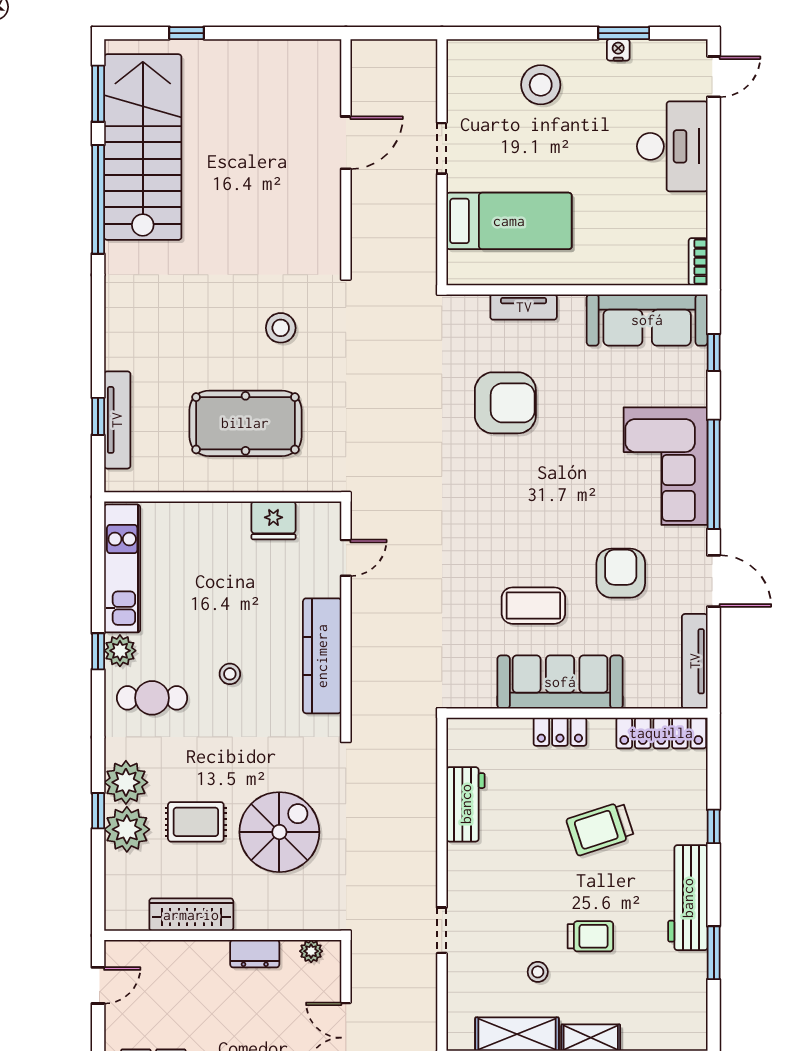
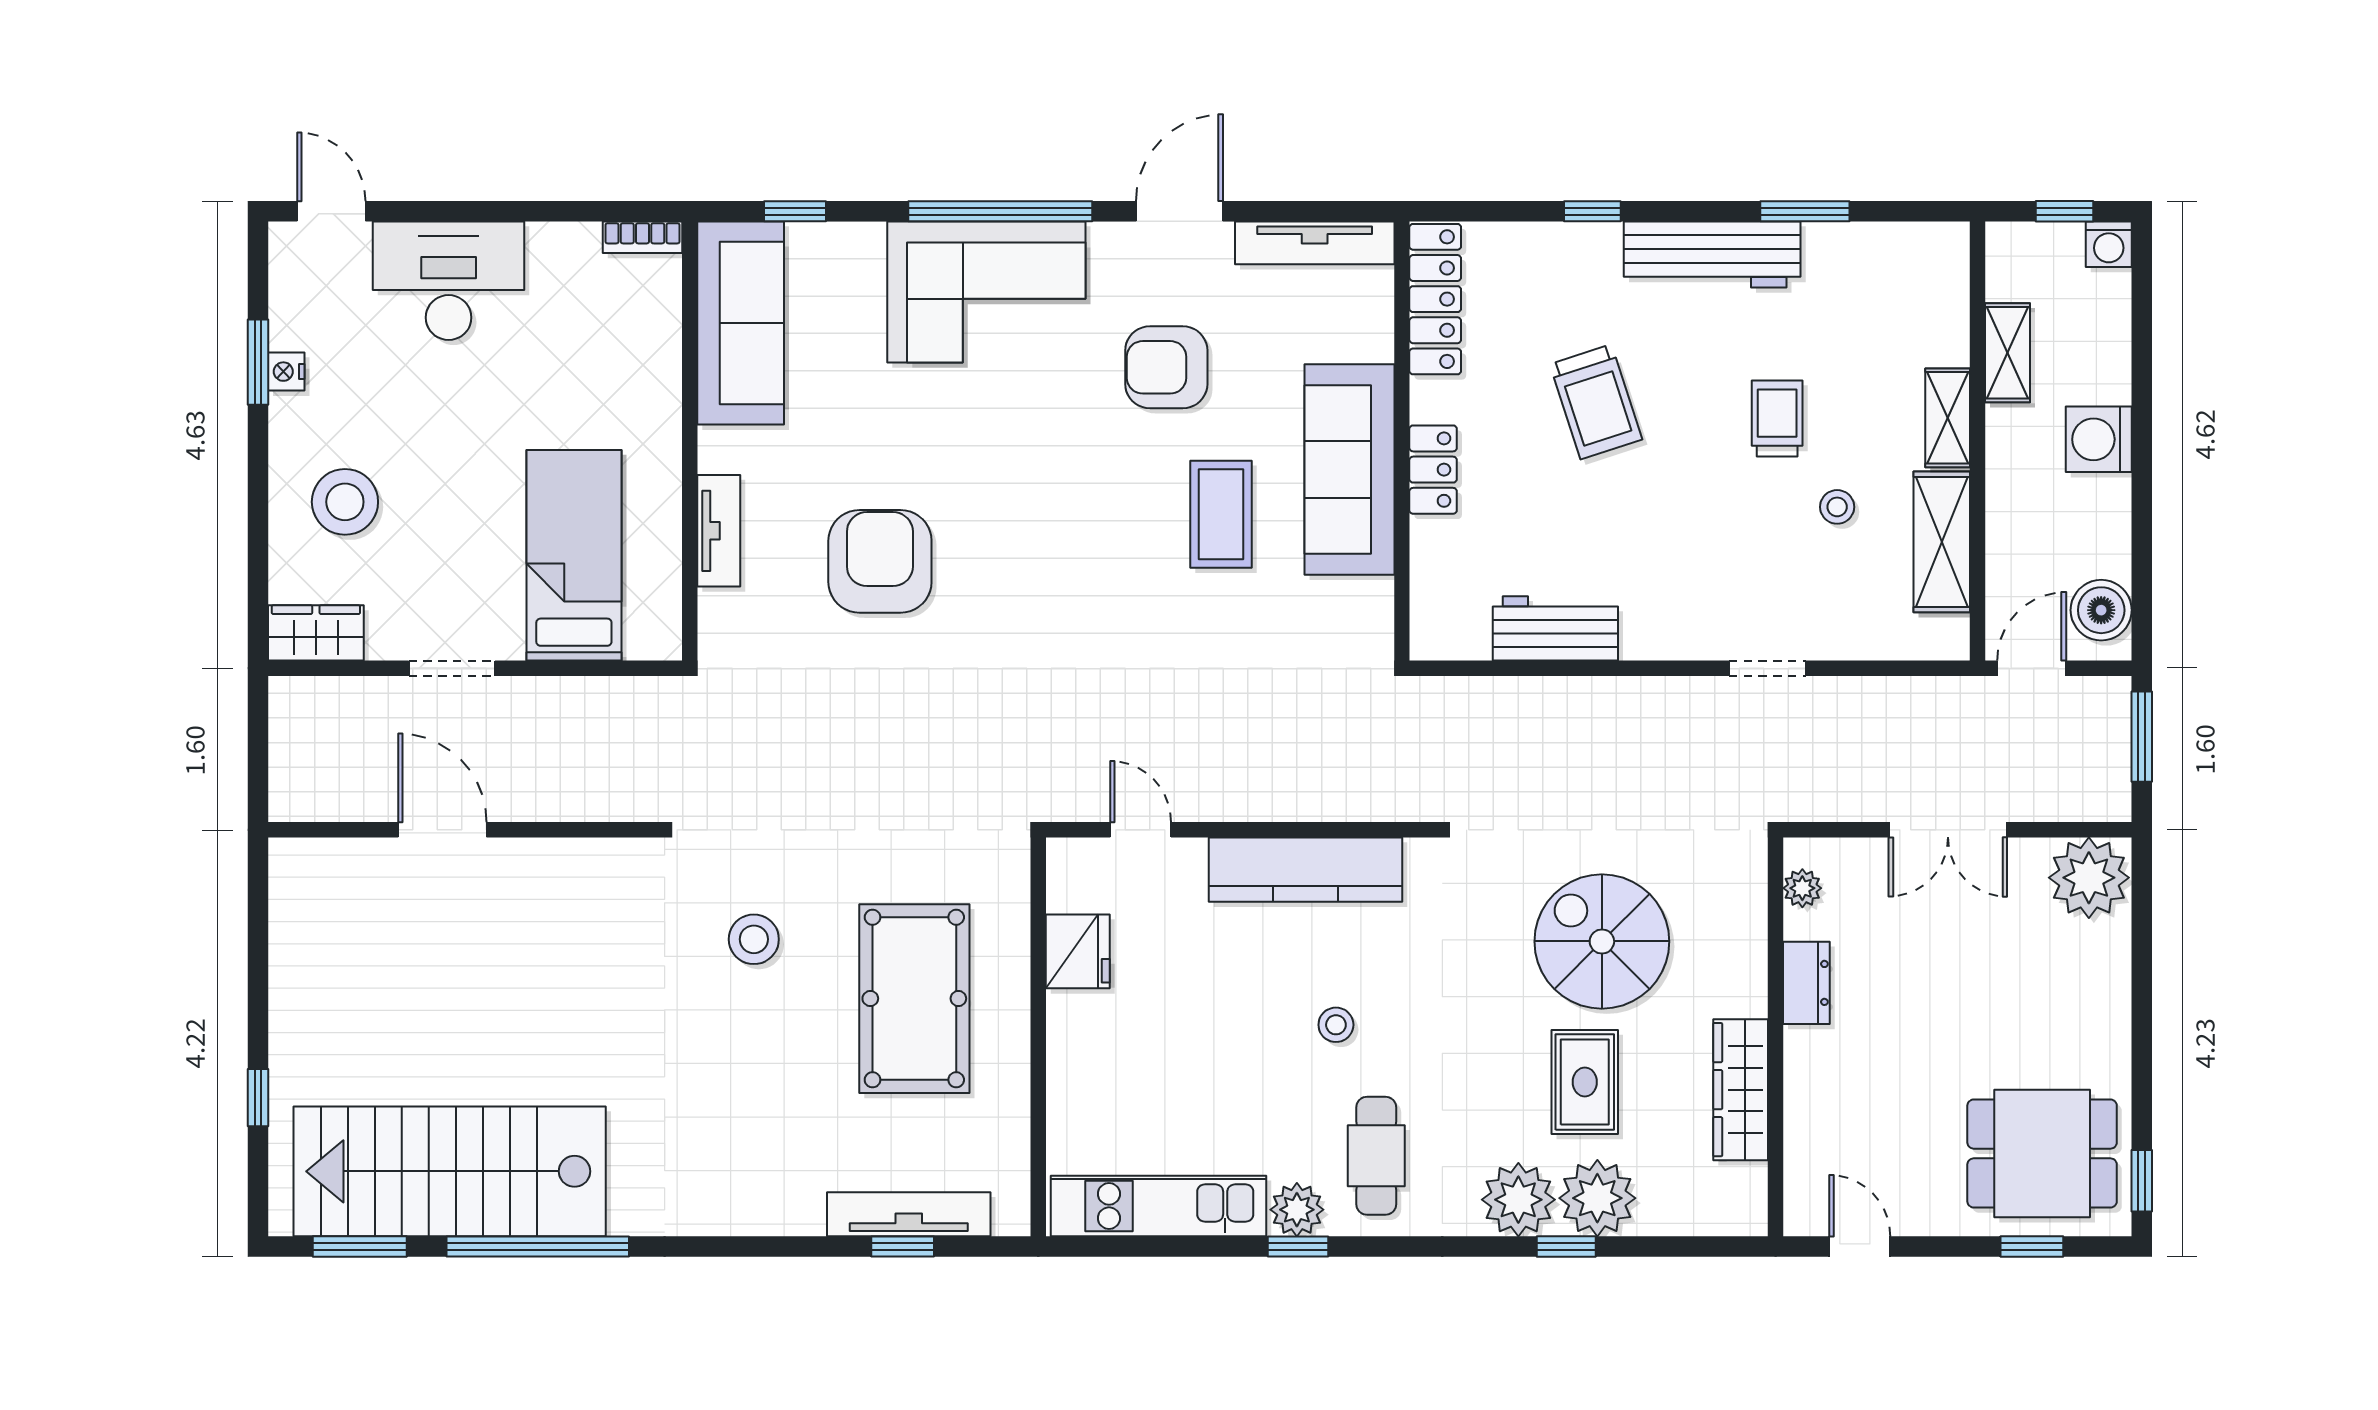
wardrobe: (463, 68) -> (316, 633), added

